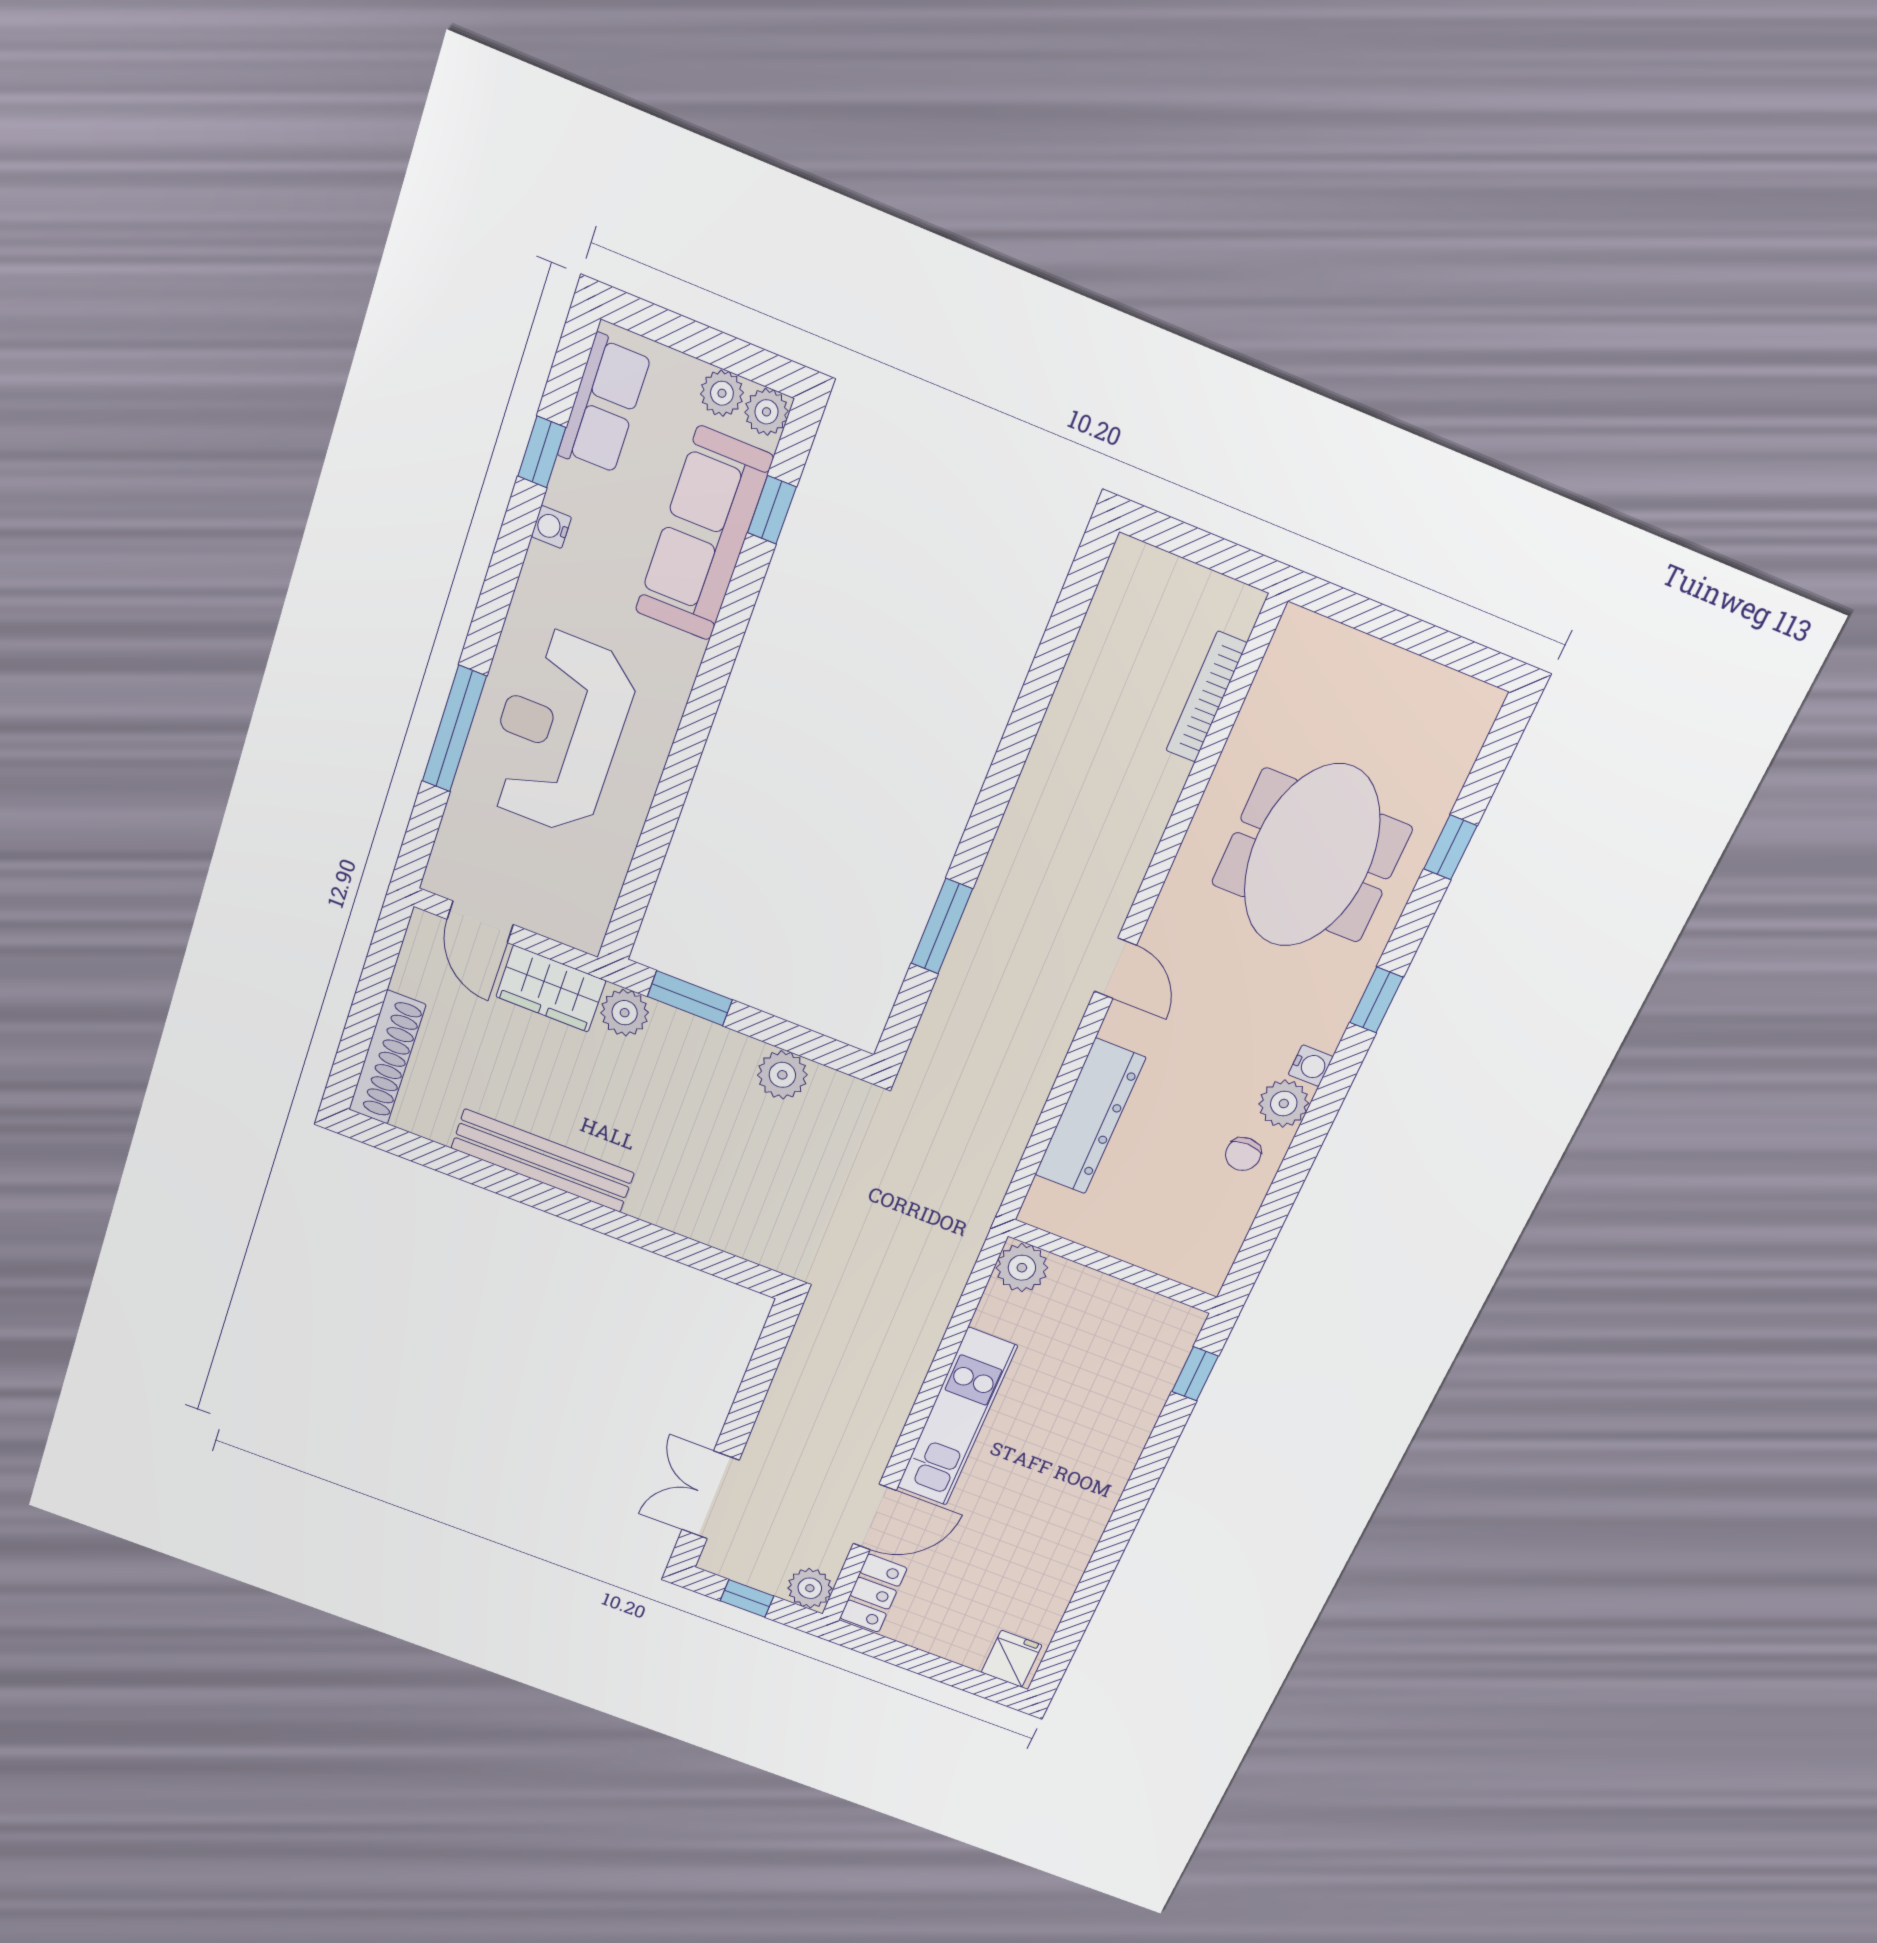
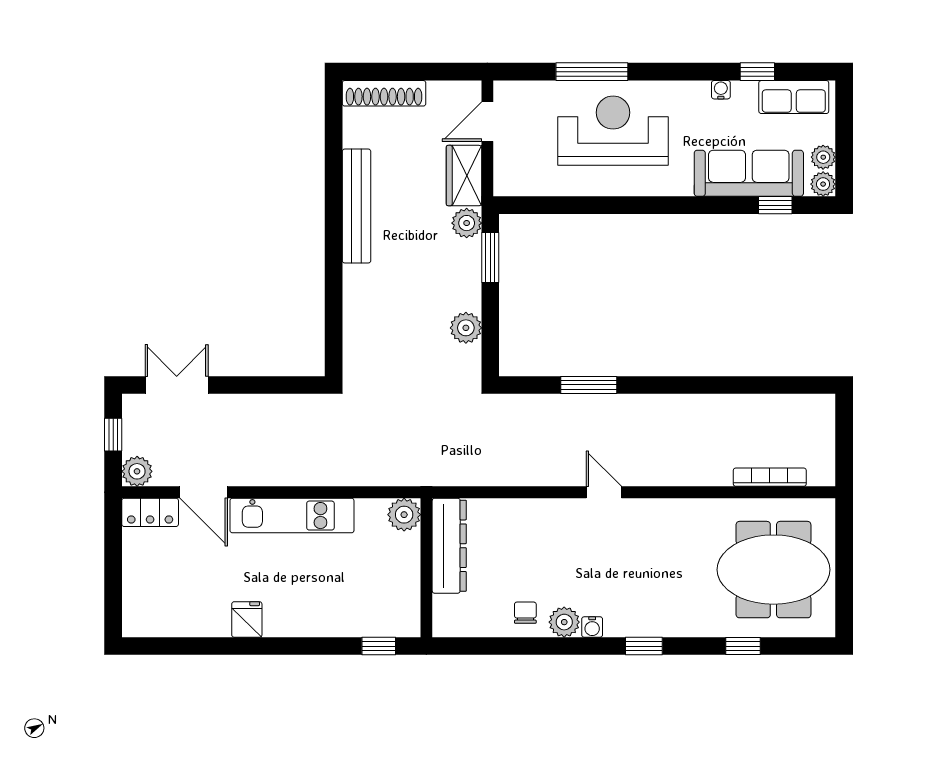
meeting table: (1312, 856) -> (773, 570), moved
door: (1115, 968) -> (604, 492), swing flipped
dresser: (1090, 1116) -> (449, 546), moved, turned -90
chair: (1243, 1154) -> (525, 613), turned 90
fridge: (1012, 1659) -> (247, 619), moved, turned -90

